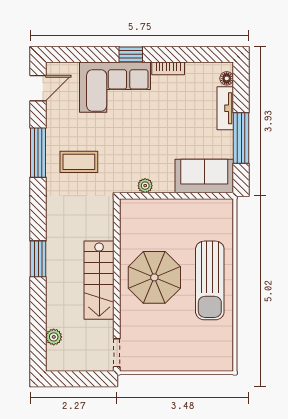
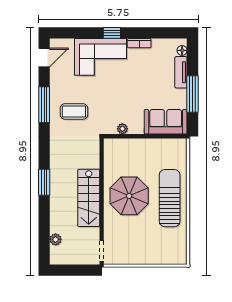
sun lounger: (210, 280) -> (170, 198), turned 180

